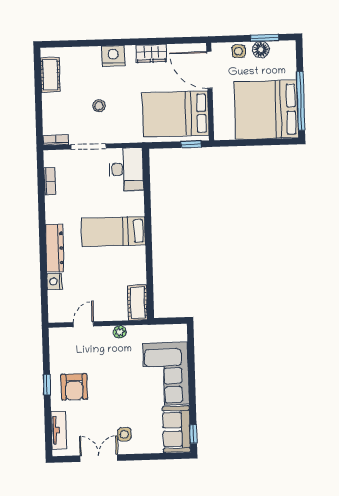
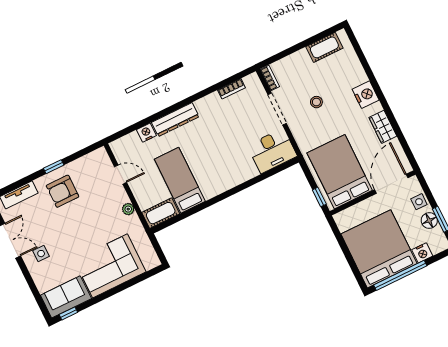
nightstand: (289, 70) -> (422, 253), added
bed: (113, 231) -> (180, 180), moved

